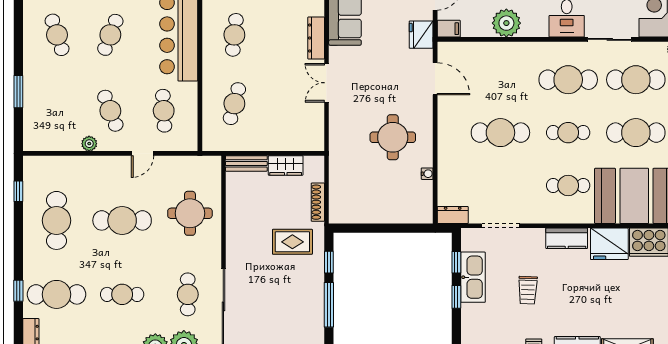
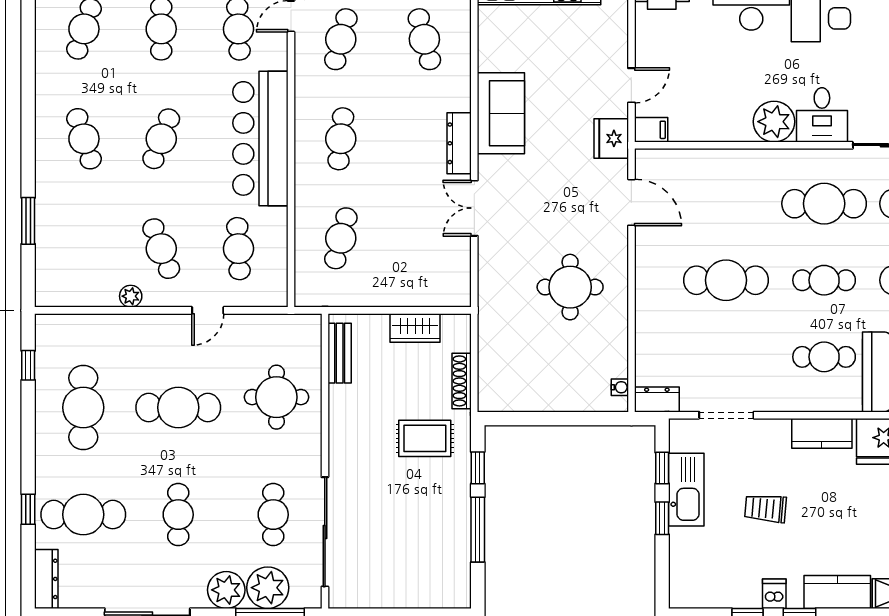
plant: (506, 23) -> (774, 122), moved
bench: (246, 163) -> (340, 353), moved, turned 90
water cooler: (427, 174) -> (620, 387), moved
trolley: (528, 290) -> (766, 508), turned 93
cafe table: (122, 294) -> (178, 515), turned 90

